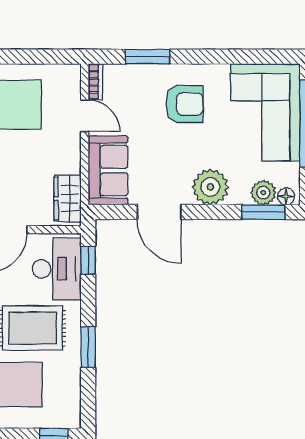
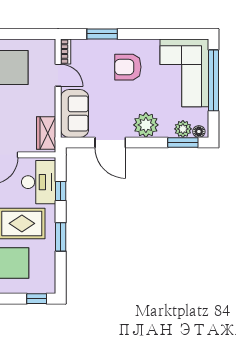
armchair: (185, 104) -> (128, 67), turned 180
window: (88, 260) -> (61, 191), moved

